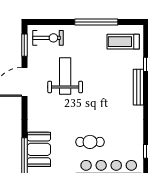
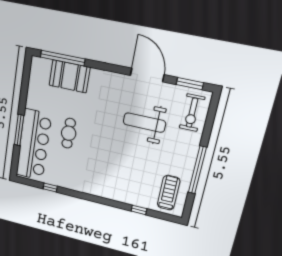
weight bench: (65, 76) -> (144, 123), turned 180
bench: (138, 87) -> (117, 196), removed

